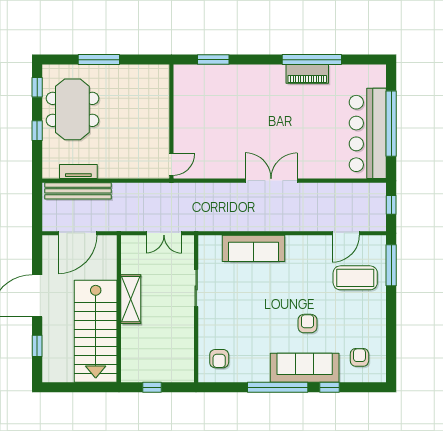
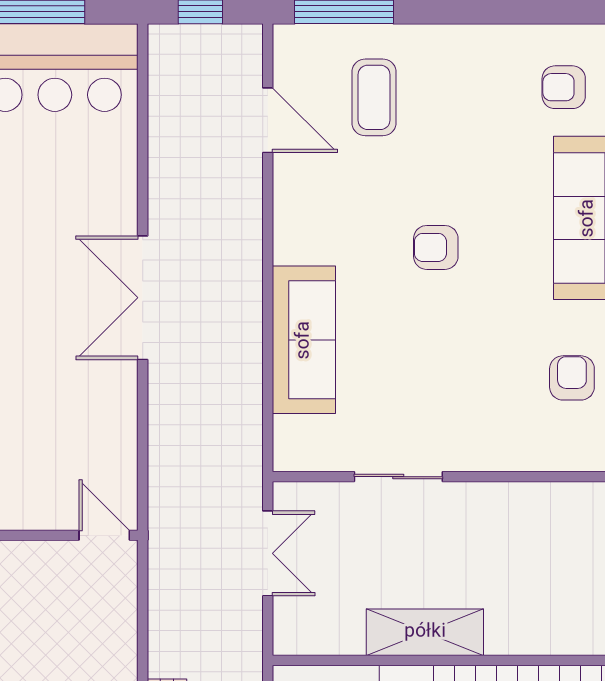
coffee table: (355, 278) -> (374, 97), width x0.73, depth x0.76
armchair: (307, 324) -> (436, 247), moved
armchair: (219, 359) -> (572, 378), moved, turned -90

